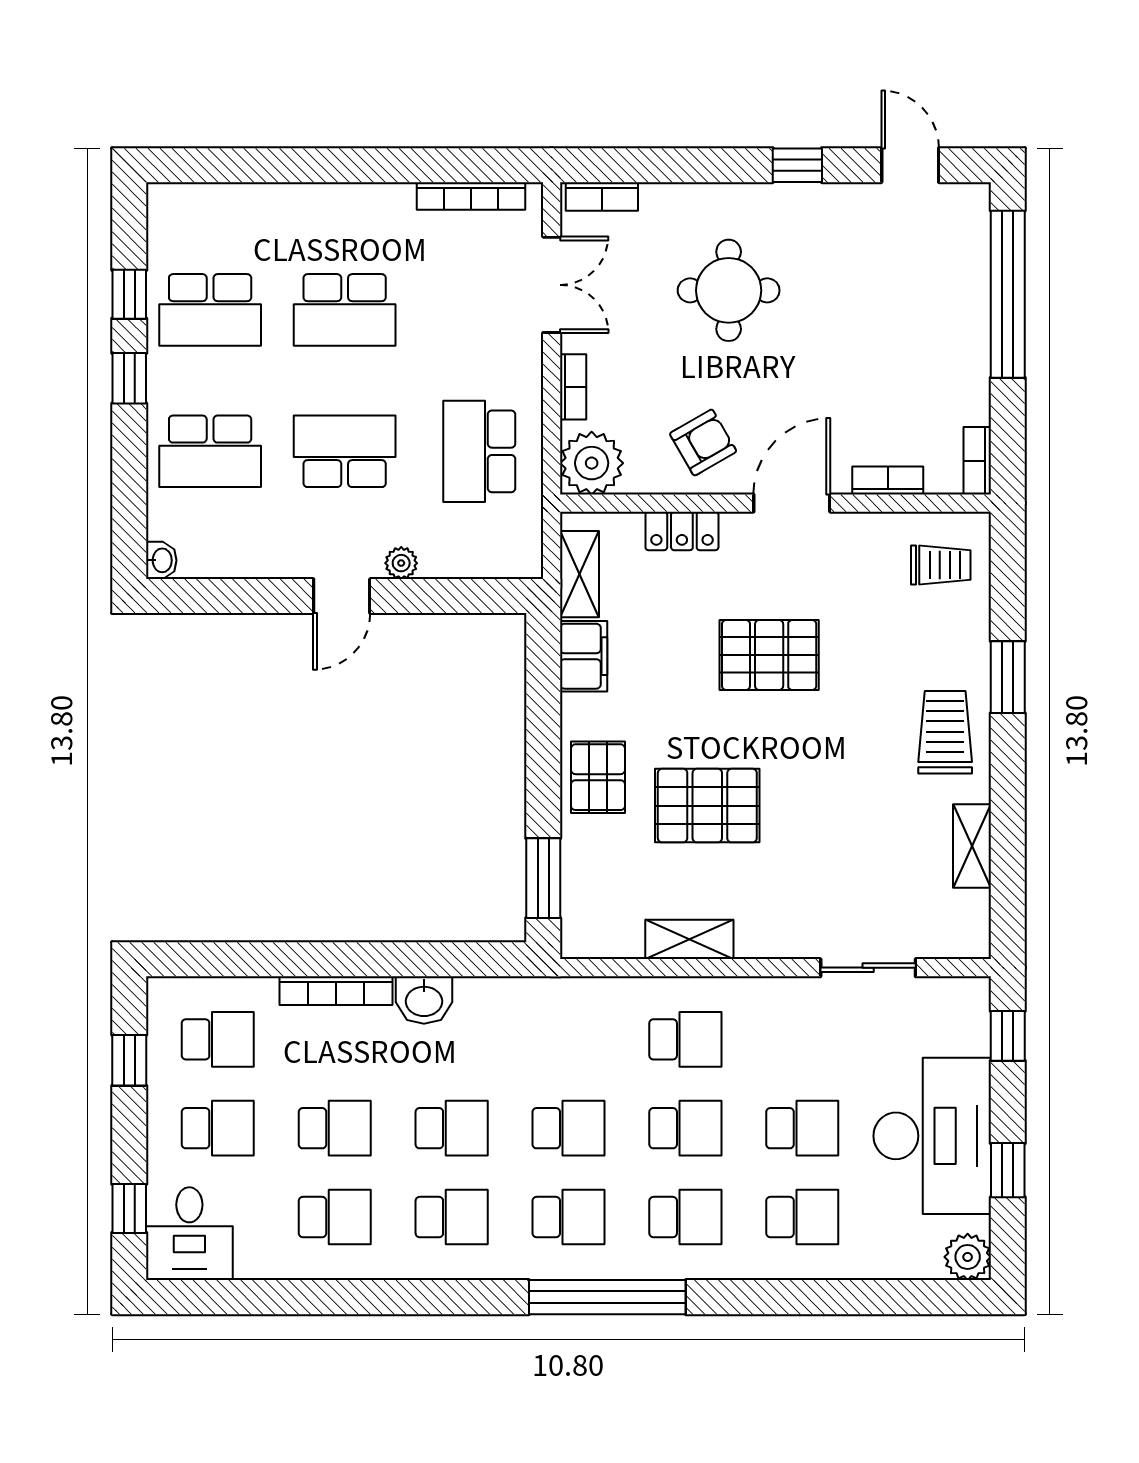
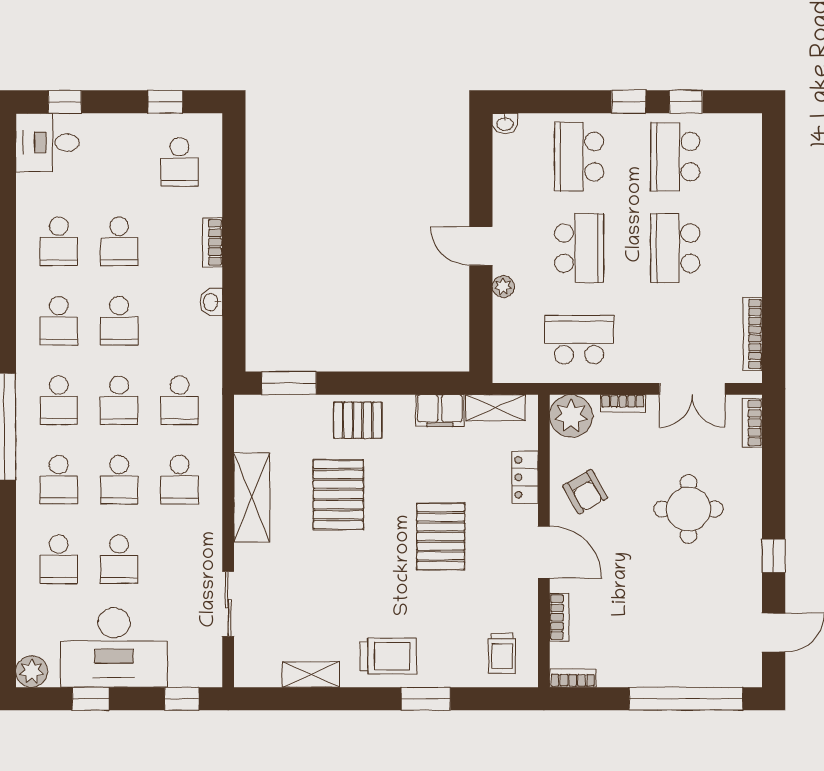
shelving: (689, 939) -> (252, 497), width x1.50, depth x1.33
bookcase: (336, 991) -> (213, 242), width x0.64
washbasin: (424, 1000) -> (211, 302), width x0.72, depth x0.69
school desk: (218, 1128) -> (179, 400), moved

